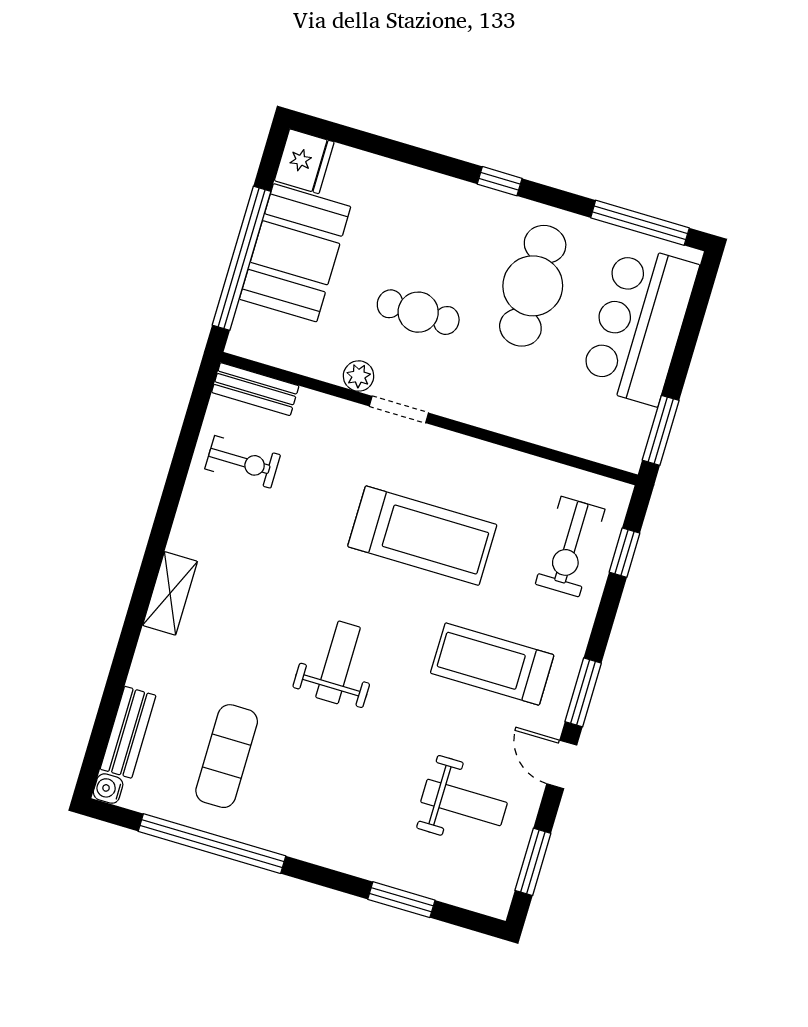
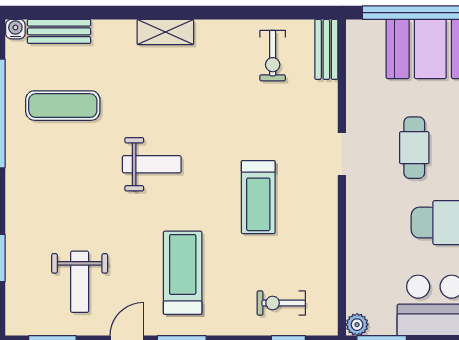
plant: (359, 376) -> (357, 325), moved
treadmill: (422, 536) -> (258, 197), width x0.73, depth x0.73
exercise bike: (570, 547) -> (281, 303), width x0.73, depth x0.72

